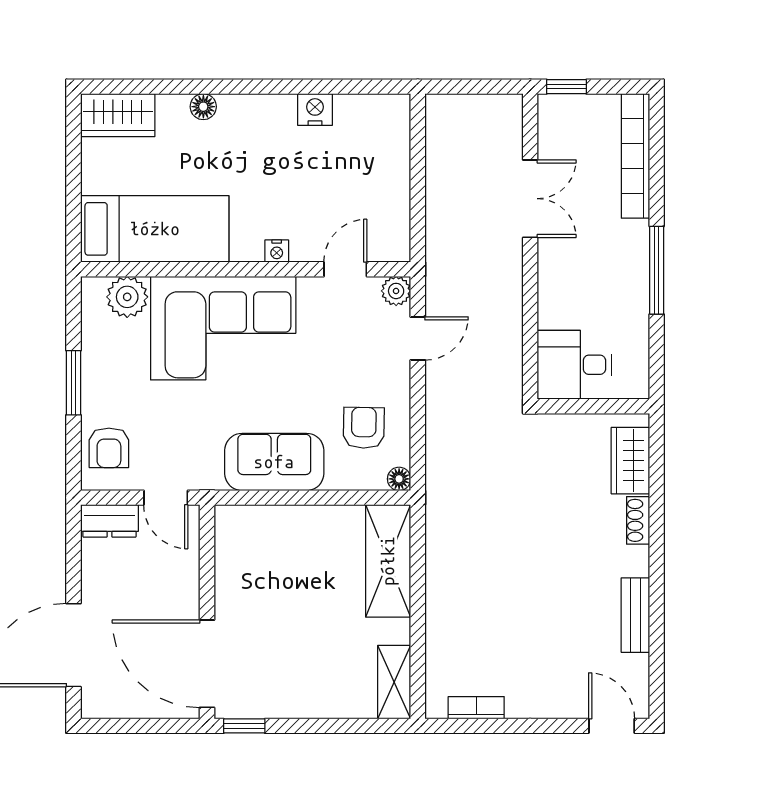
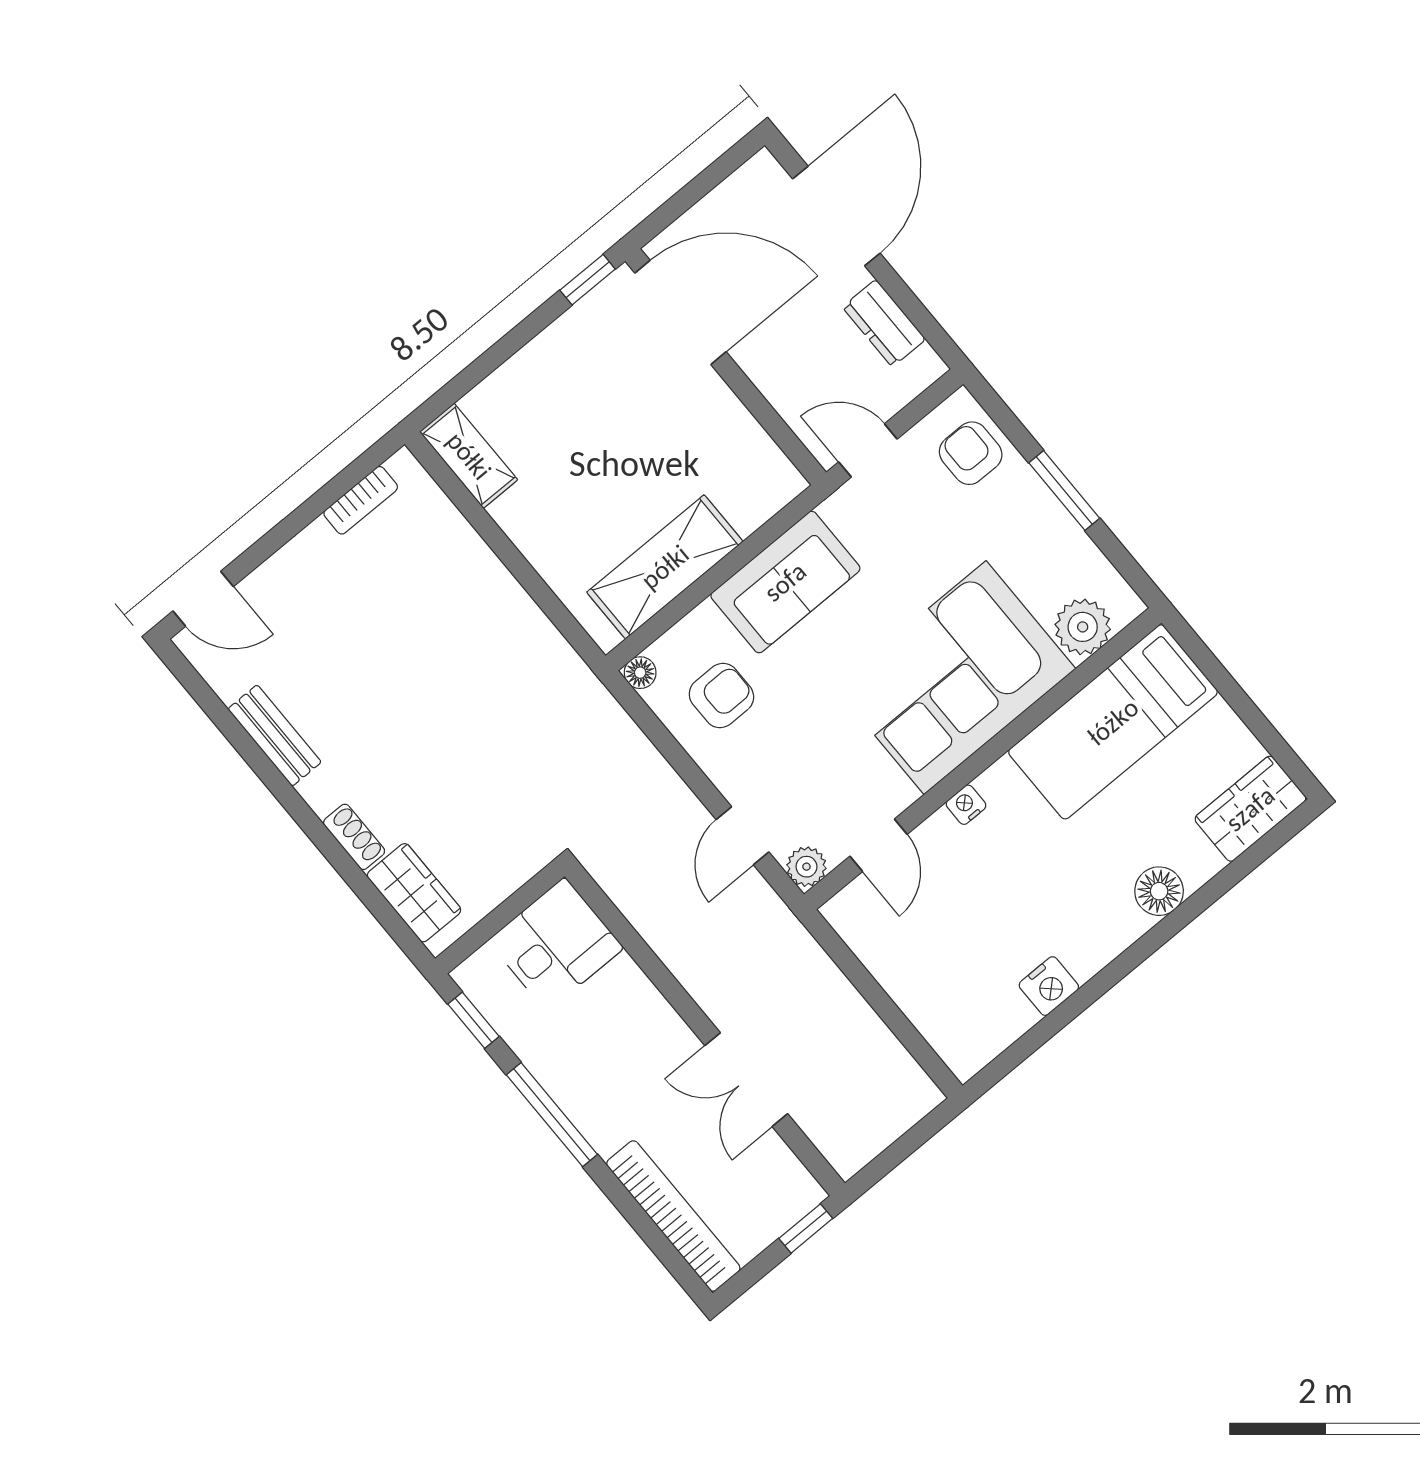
floor lamp: (203, 107) -> (1159, 891), width x1.37, depth x1.37
window: (657, 360) -> (473, 1020), added
armchair: (364, 428) -> (721, 696), turned -91
dresser: (109, 521) -> (884, 323), moved, turned -90
shelving: (388, 561) -> (665, 567), moved, turned 90

